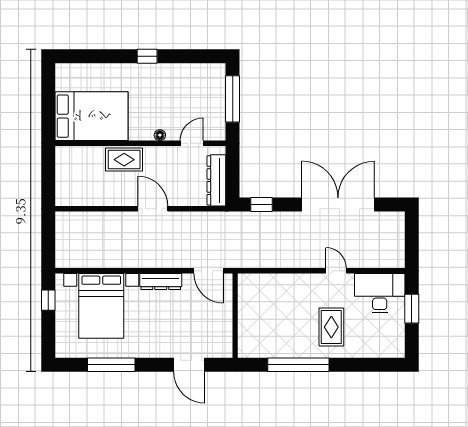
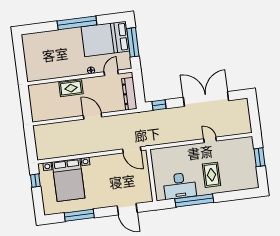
window: (147, 56) -> (77, 23), width x3.17
bed: (92, 116) -> (105, 39), moved, turned 180
dresser: (161, 282) -> (103, 160), removed
desk: (380, 293) -> (180, 186), moved, turned 180

